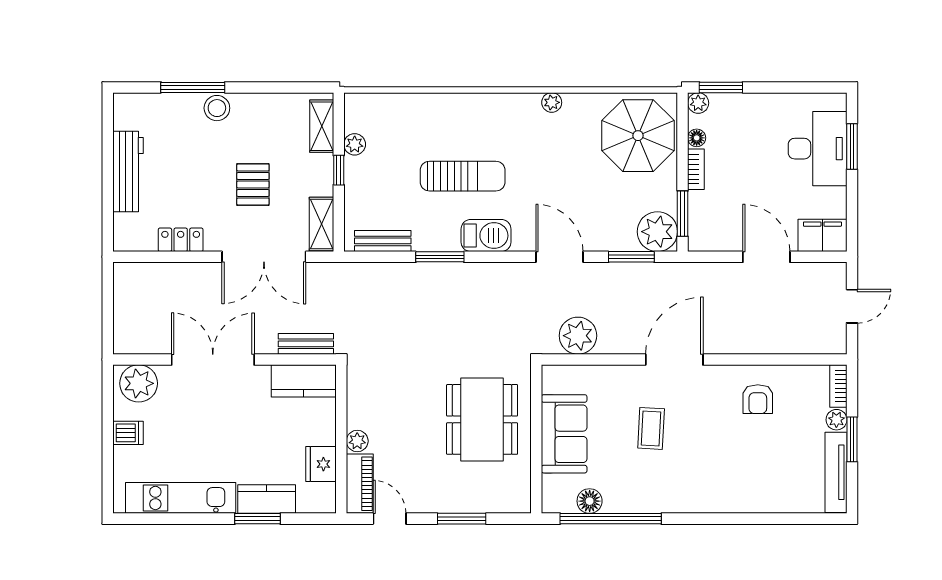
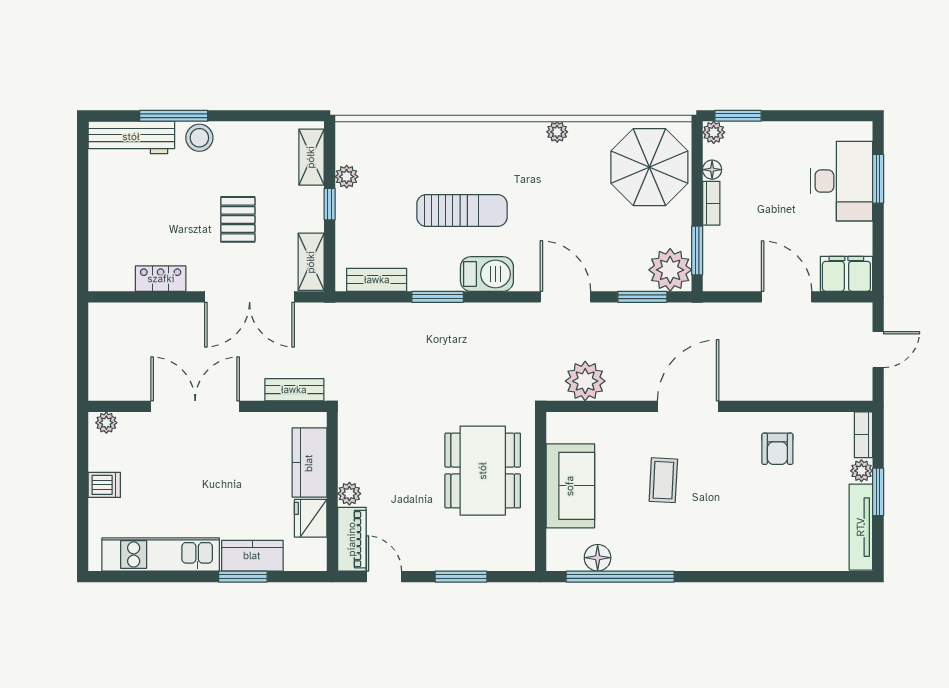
workbench: (128, 171) -> (131, 137), moved, turned 90
kitchen counter: (304, 381) -> (309, 463), moved, turned 90
plant: (139, 383) -> (106, 423), width x0.53, depth x0.53

